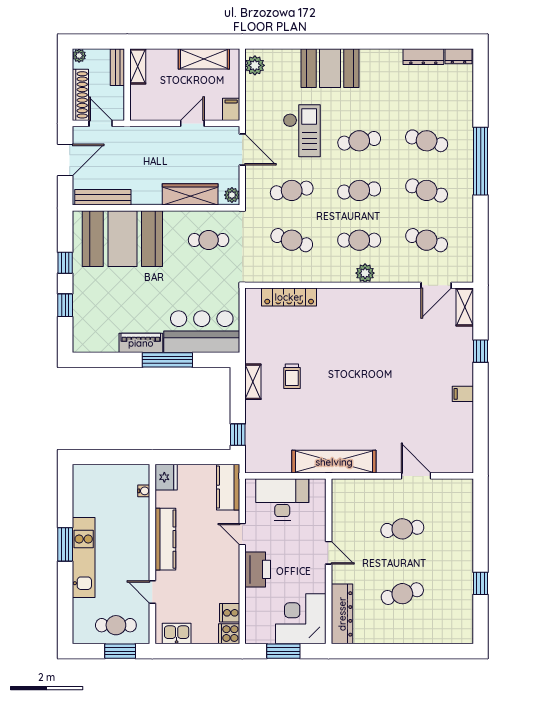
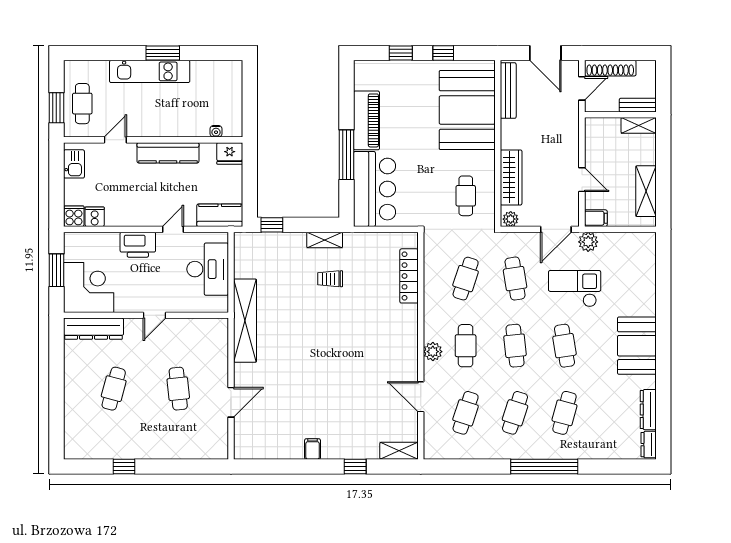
plant: (79, 56) -> (649, 67), removed
plant: (255, 65) -> (588, 242), moved
booth: (330, 68) -> (637, 346), moved
checkout: (302, 131) -> (575, 289), turned 180
door: (436, 285) -> (421, 397), moved
piano: (141, 343) -> (366, 120), width x1.37, depth x1.33
cafe table: (402, 594) -> (114, 389), turned 30

